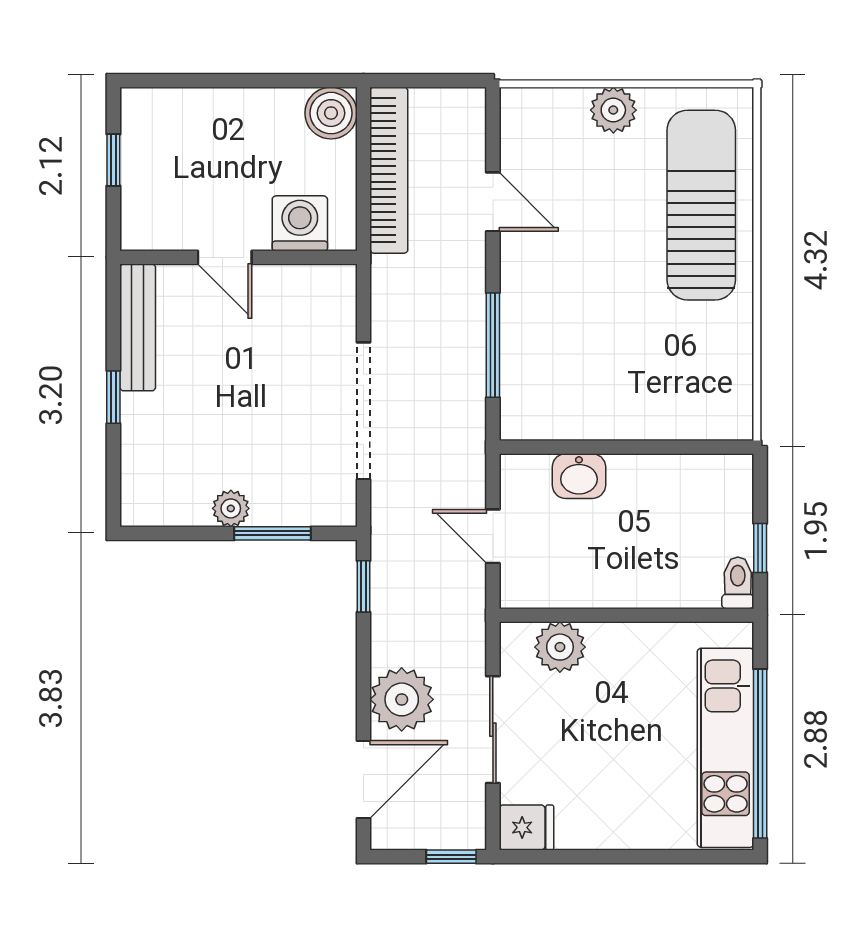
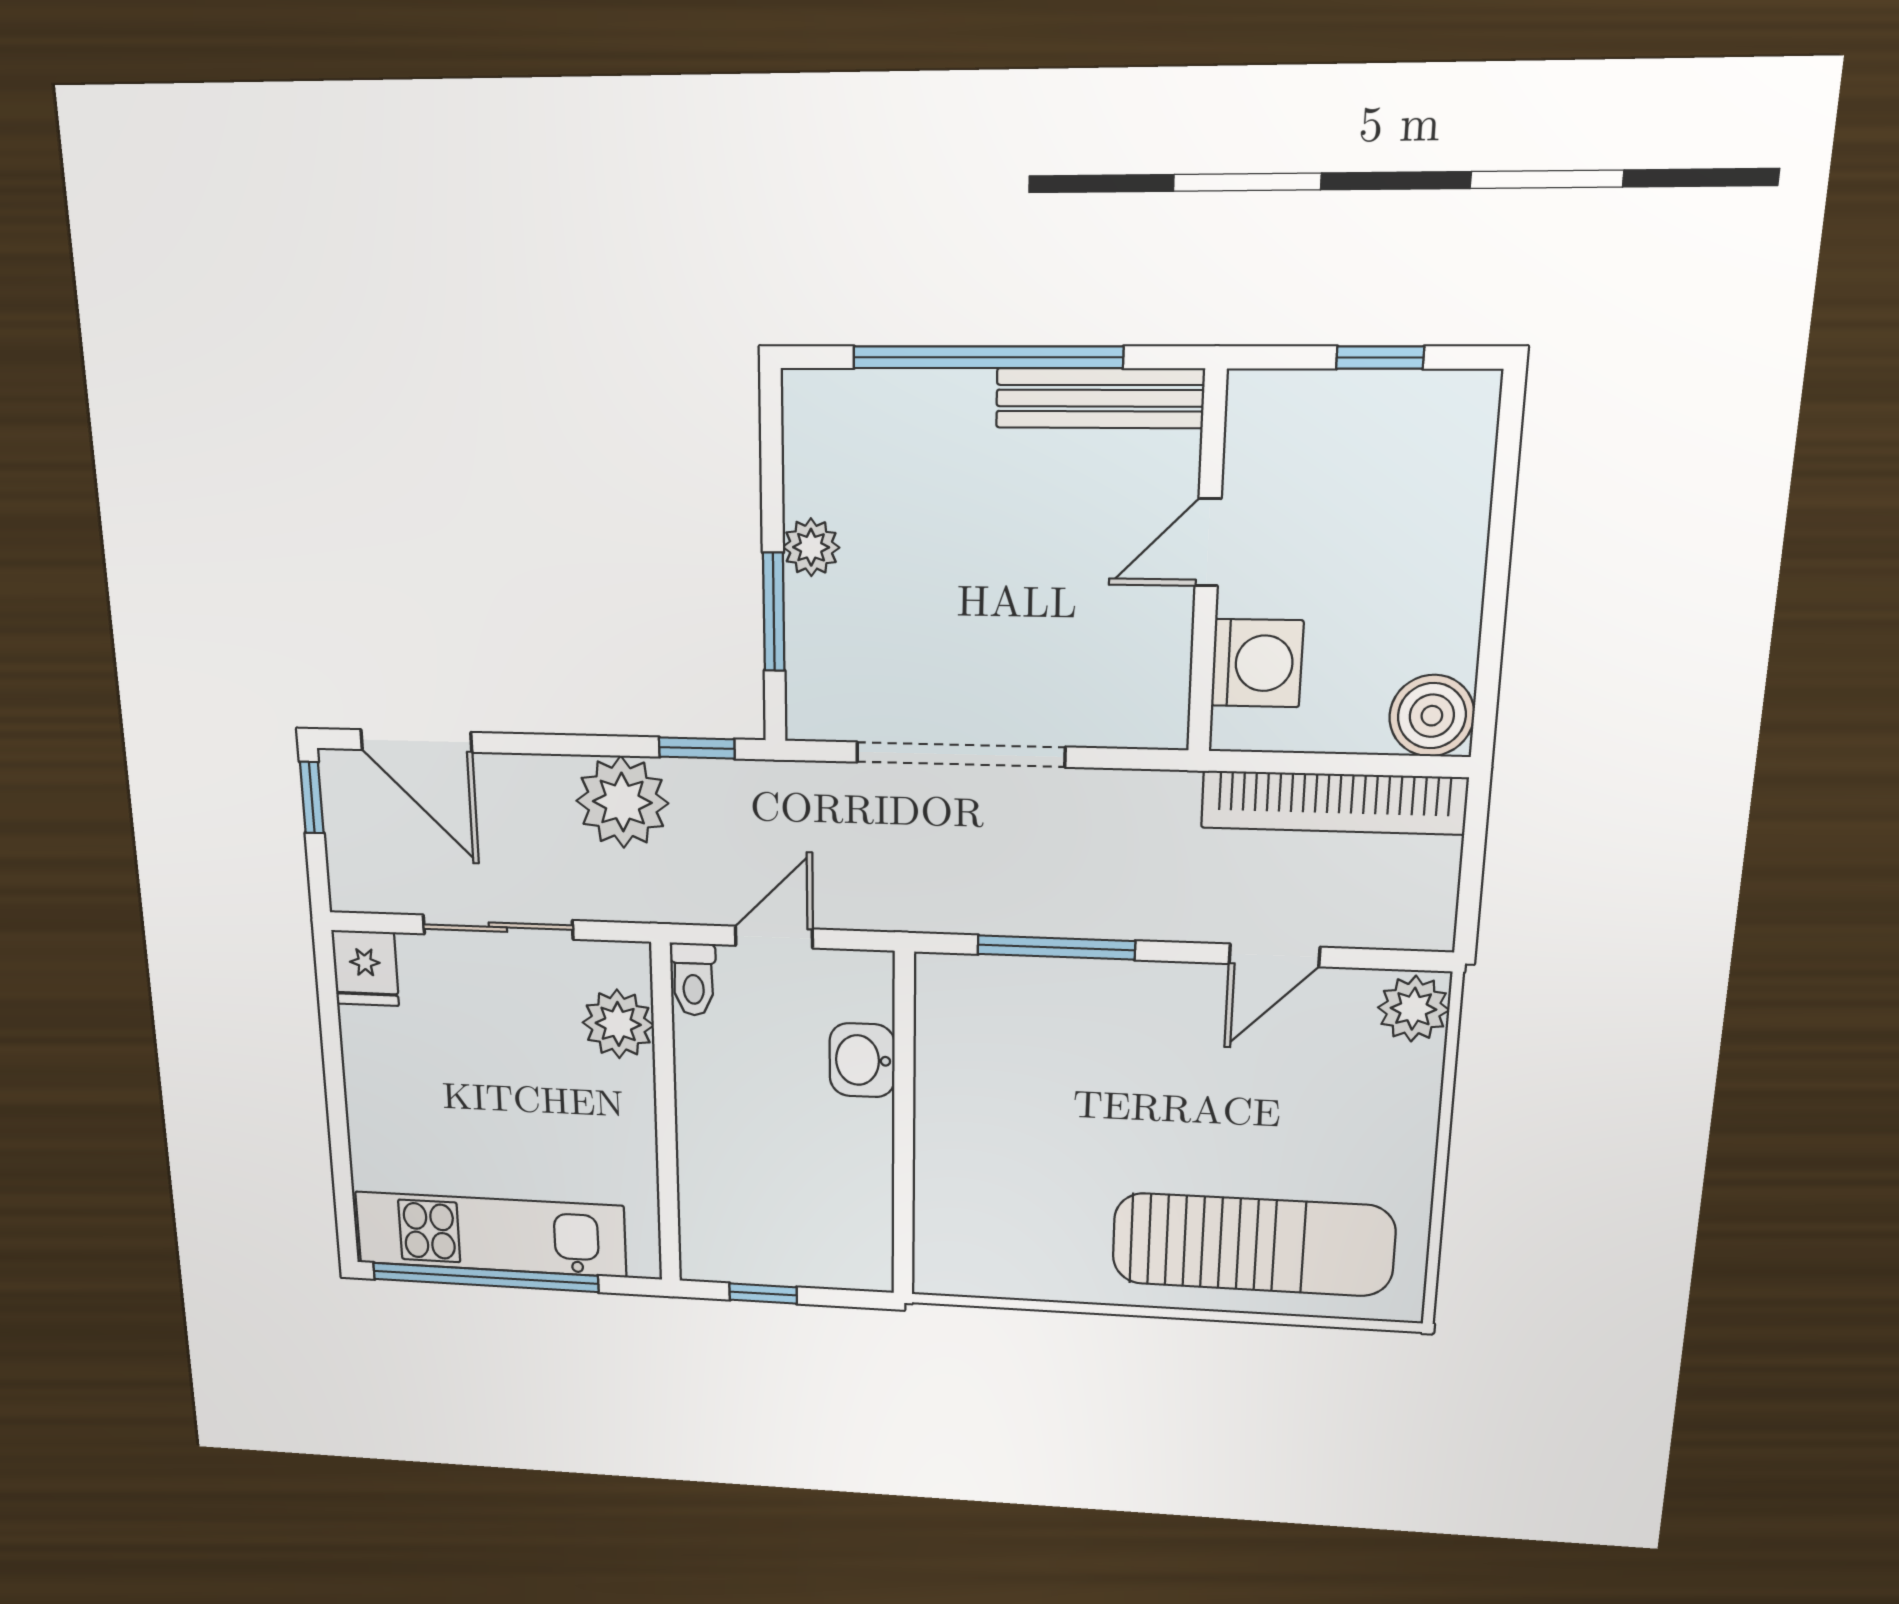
plant: (613, 110) -> (1414, 1009), moved
window: (113, 397) -> (987, 357), width x3.17
toilet: (738, 583) -> (693, 979), moved, turned 90
plant: (402, 699) -> (622, 802), moved
window: (451, 857) -> (312, 798), moved

